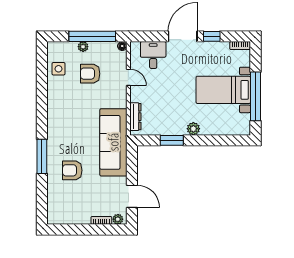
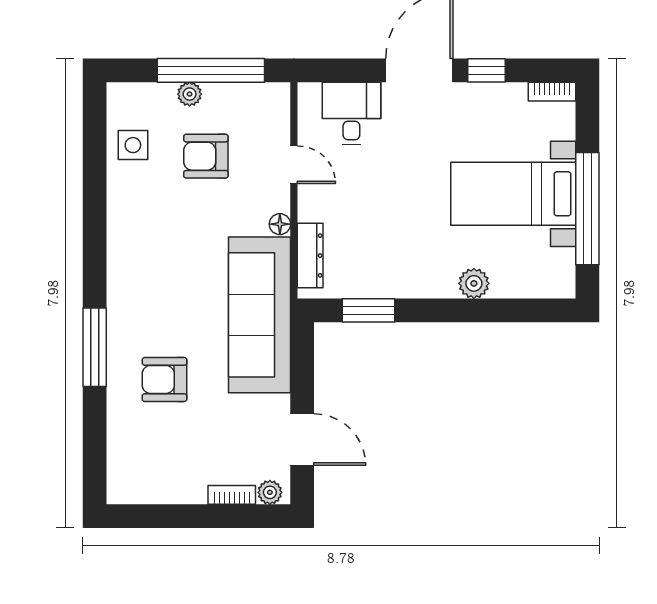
floor lamp: (122, 46) -> (280, 224), moved
plant: (193, 129) -> (474, 283), moved
window: (172, 140) -> (368, 310), moved

